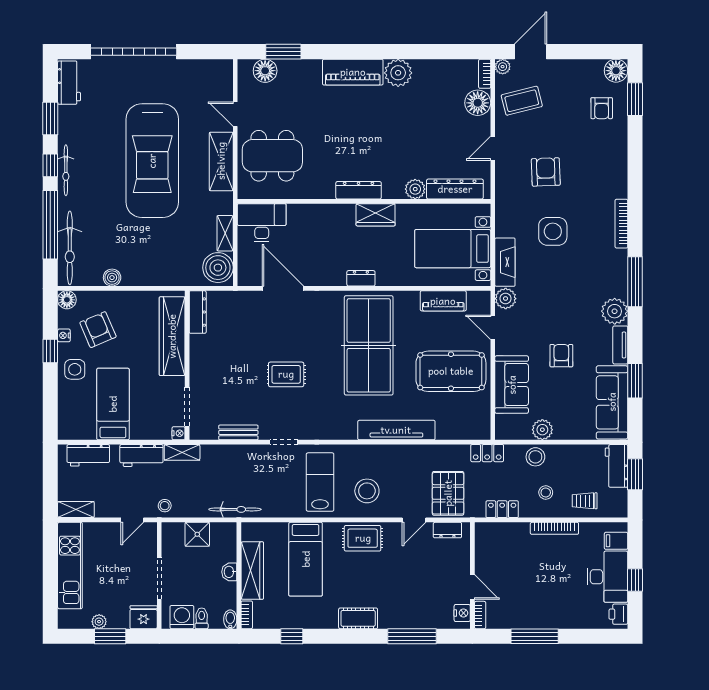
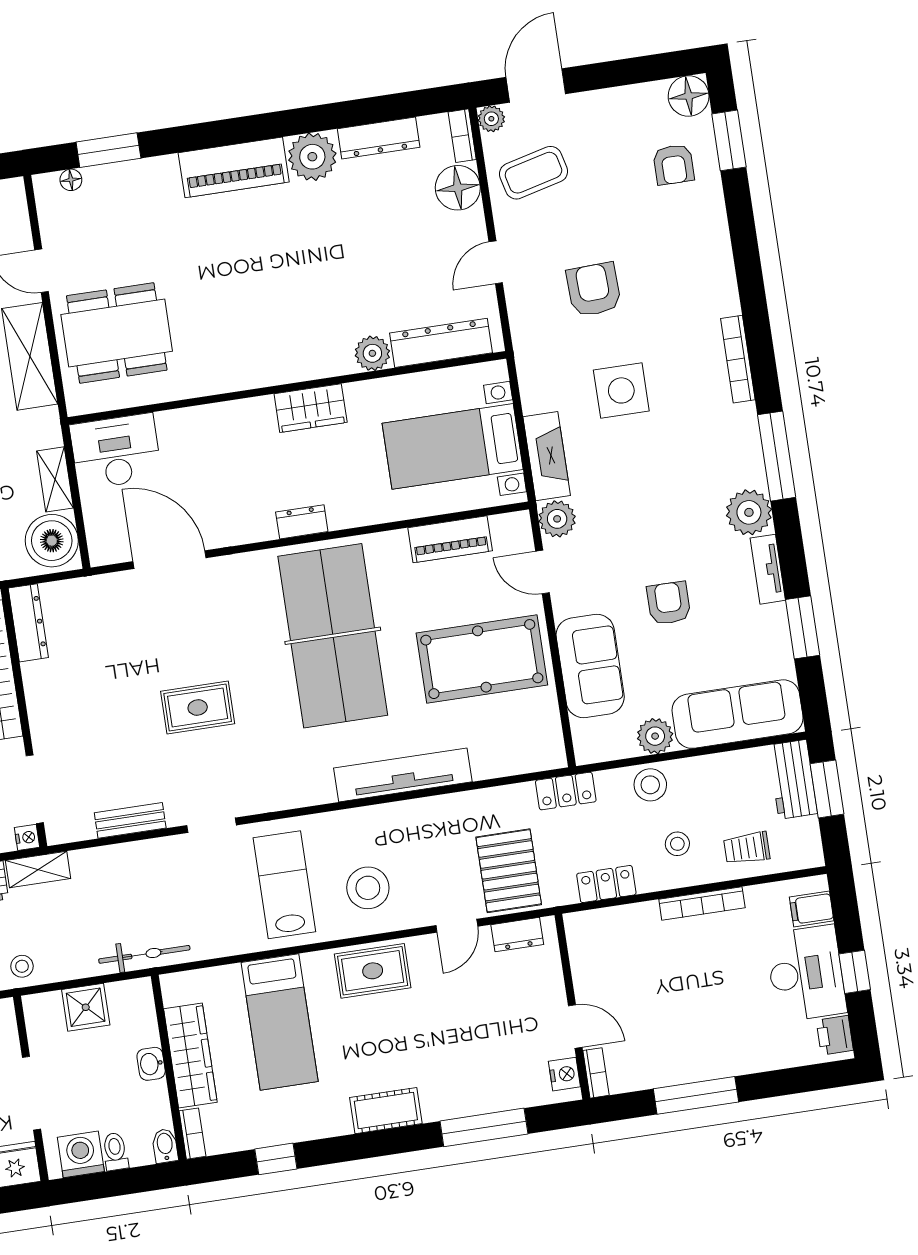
floor lamp: (265, 71) -> (71, 180), width x0.53, depth x0.53
dresser: (359, 190) -> (379, 138), moved, turned 180
sofa: (612, 402) -> (738, 714), moved, turned 90

